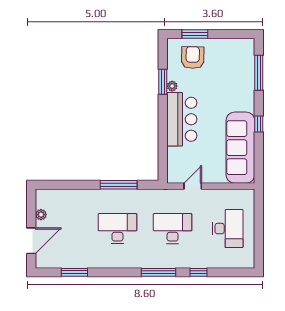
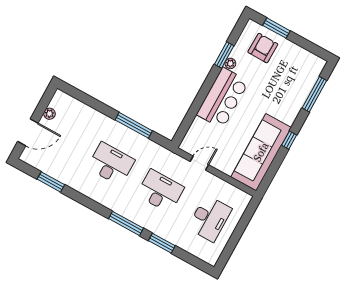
window: (198, 272) -> (162, 243), width x1.50

